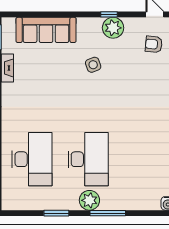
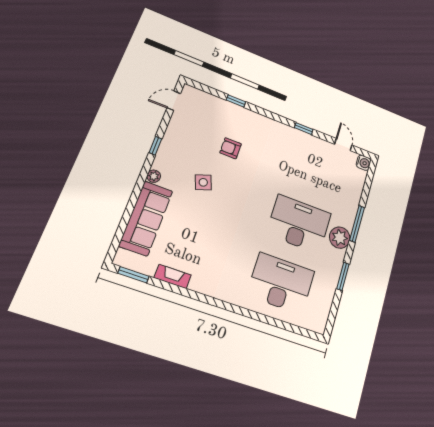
plant: (113, 28) -> (154, 176), moved, width x0.53, depth x0.53
armchair: (154, 44) -> (231, 148), moved, turned 84

